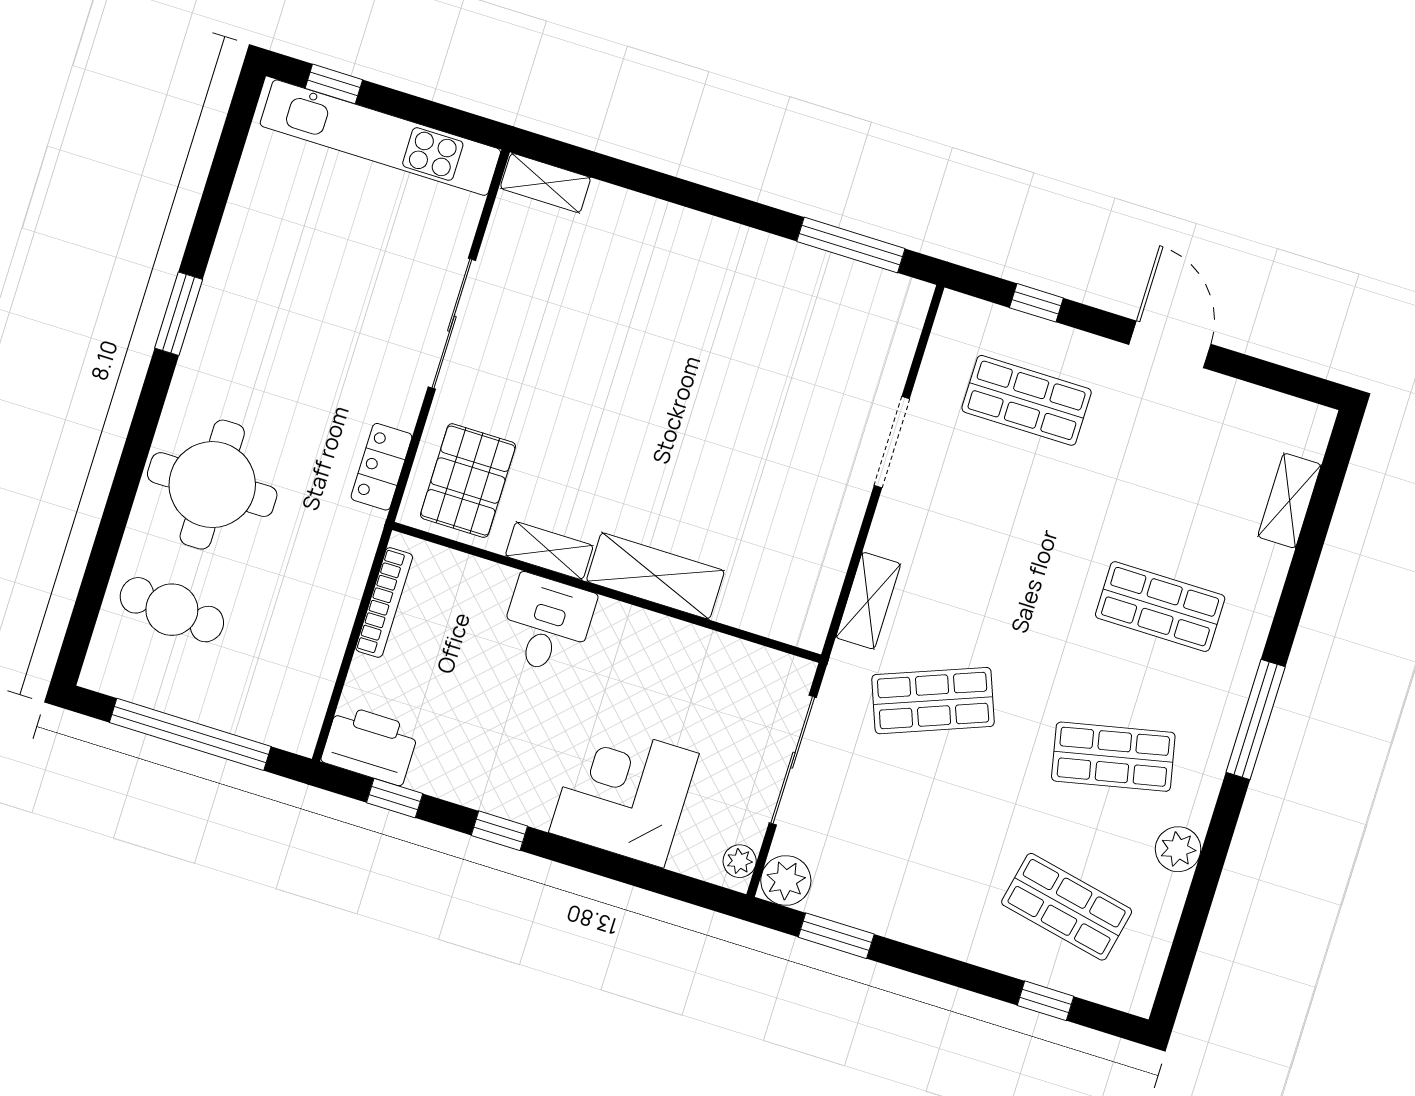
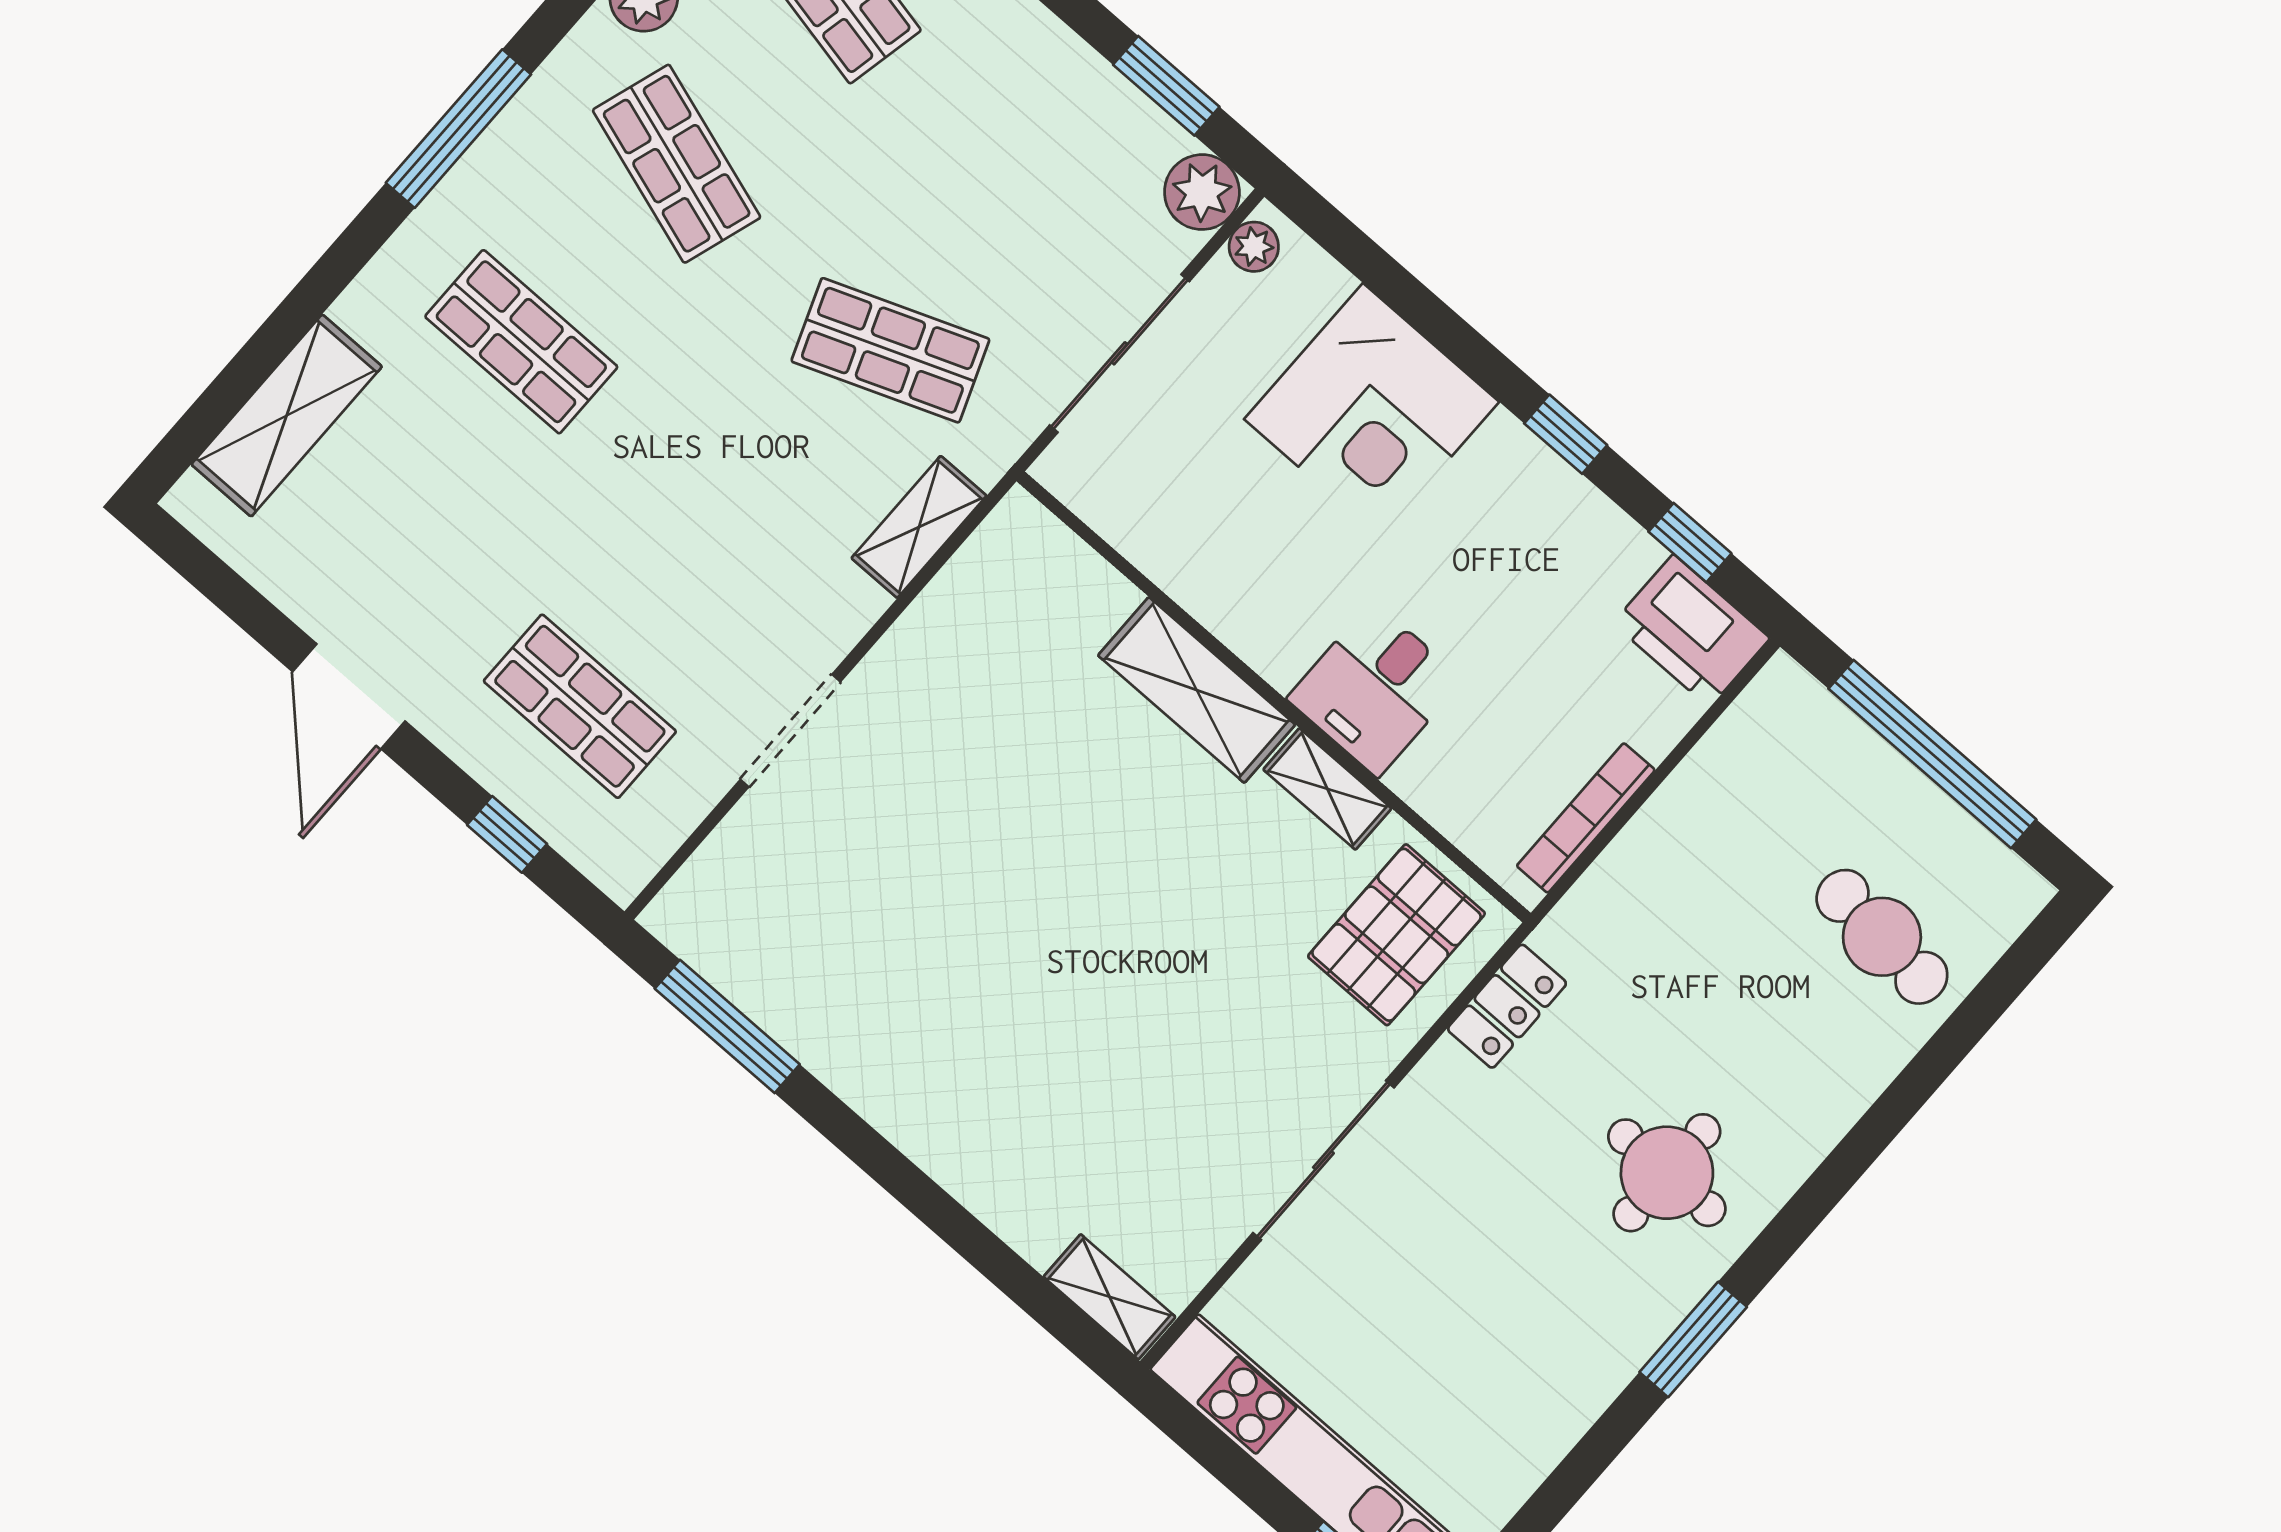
round table: (212, 485) -> (1667, 1173), moved, width x0.73, depth x0.73
shelving: (1289, 501) -> (287, 415), width x1.50, depth x1.33
shop shelf: (1113, 757) -> (677, 164), turned 30

